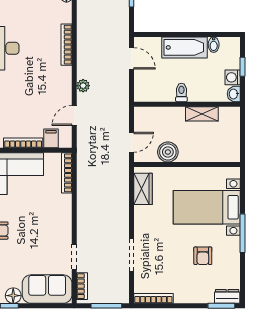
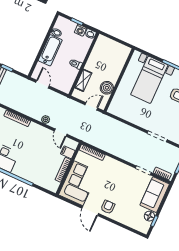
door: (131, 58) -> (42, 84), hinge flipped
shelving: (202, 114) -> (83, 80), moved
door: (131, 142) -> (91, 106), hinge flipped
wardrobe: (143, 189) -> (122, 112), removed

